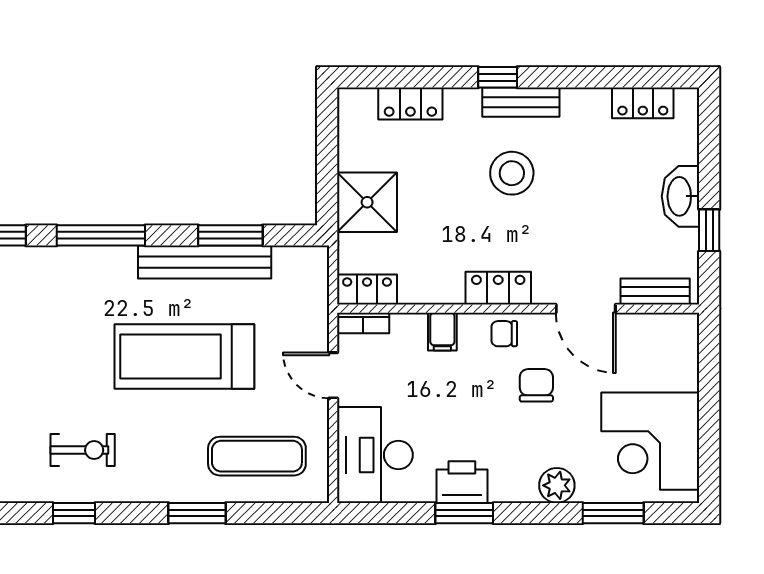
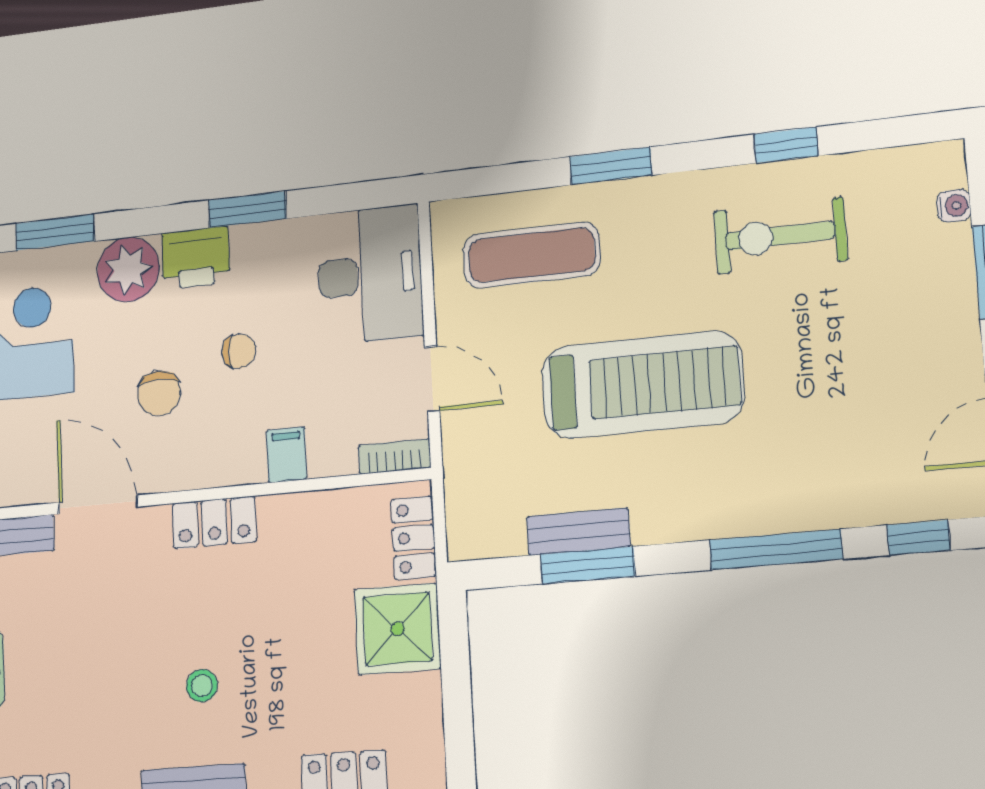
stool: (512, 173) -> (202, 686), width x0.53, depth x0.53
bench: (205, 262) -> (578, 532), width x0.54, depth x0.82
locker: (367, 290) -> (414, 538), moved, turned 90
chair: (504, 334) -> (239, 351), moved
exercise bike: (83, 450) -> (780, 236), width x1.38, depth x1.39
printer: (462, 482) -> (196, 258), moved
plant: (557, 485) -> (128, 269), width x1.36, depth x1.36

